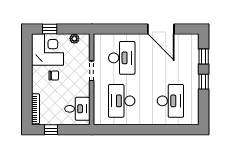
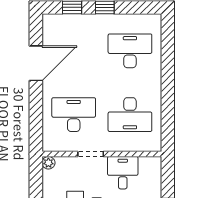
plant: (74, 39) -> (48, 163), moved
desk: (77, 109) -> (123, 173), moved

